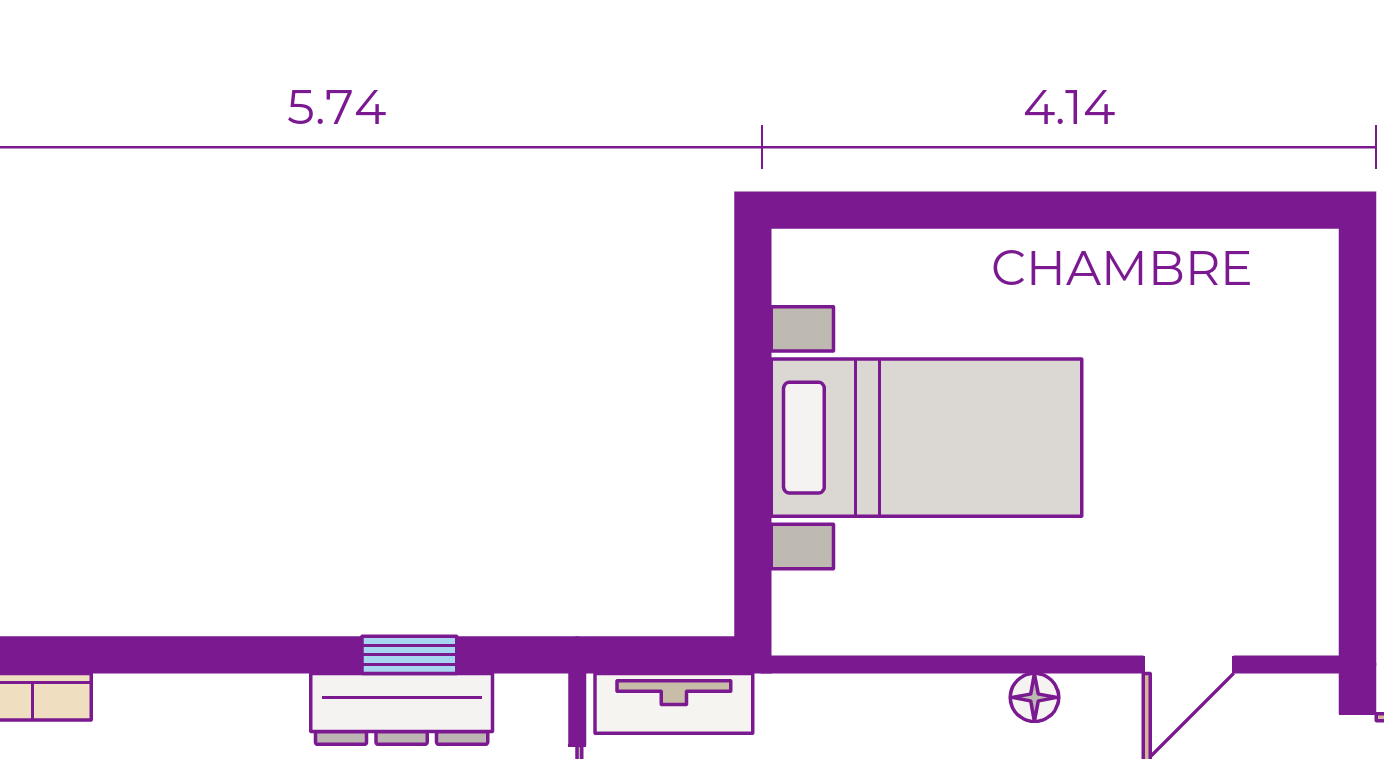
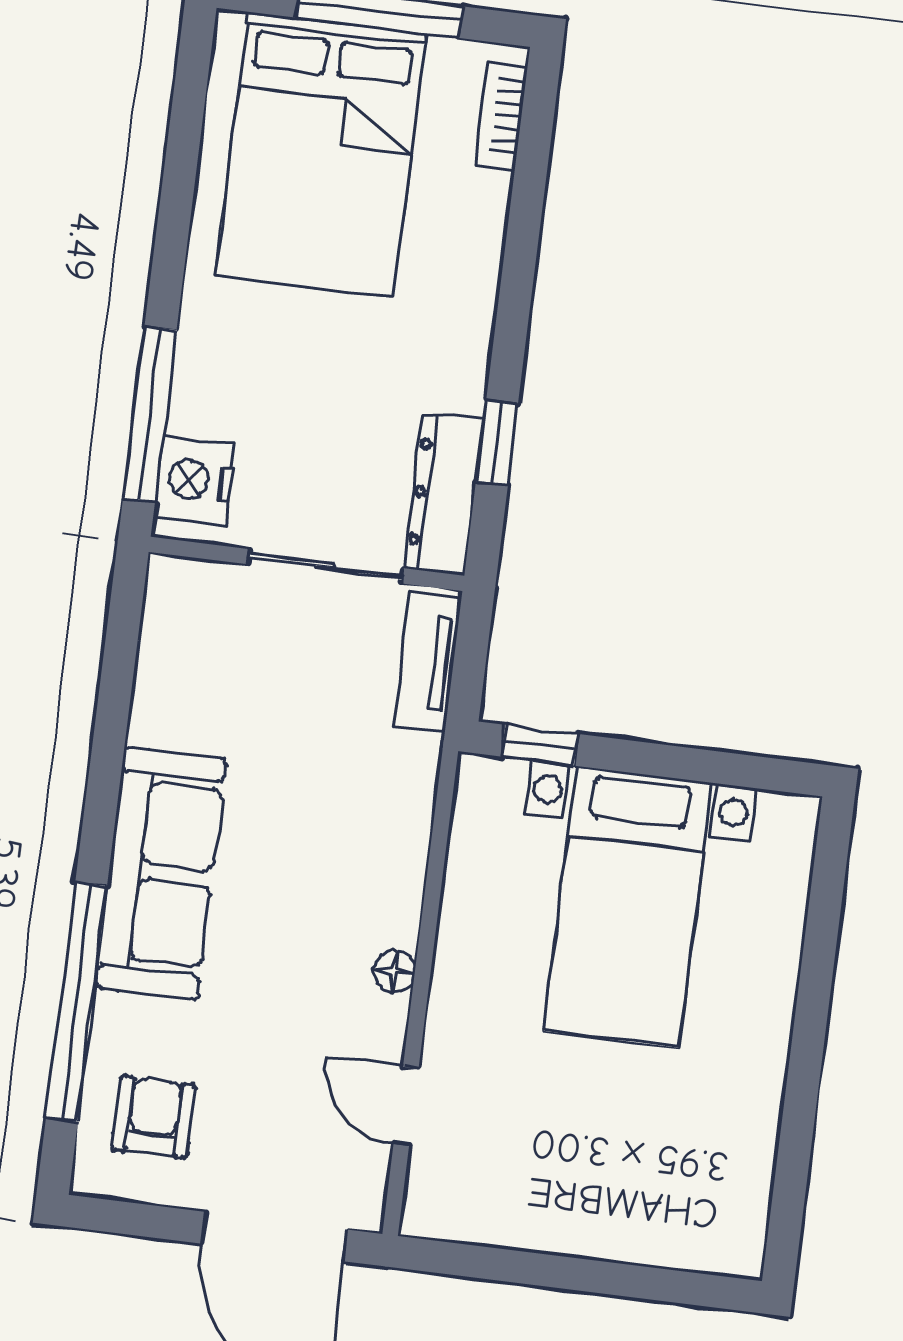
window: (753, 562) -> (540, 745), added
dresser: (402, 709) -> (444, 495), moved

